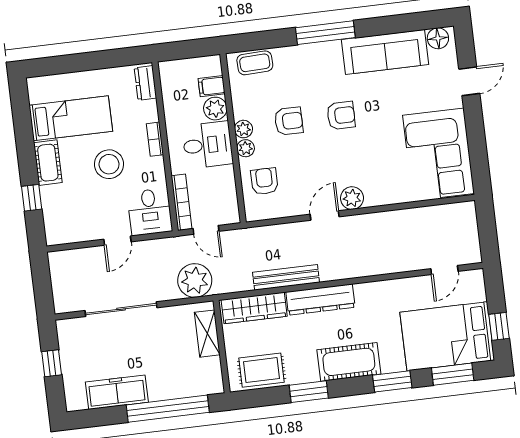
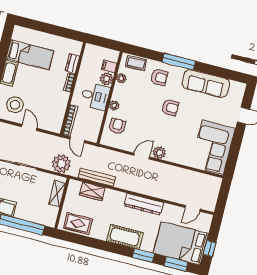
floor lamp: (438, 38) -> (236, 87), removed
dresser: (145, 83) -> (72, 63), moved
armchair: (289, 121) -> (159, 77), moved
plant: (243, 129) -> (121, 78), moved
stool: (109, 164) -> (15, 105), moved
desk: (150, 212) -> (52, 119), removed
door: (117, 241) -> (29, 128), swing flipped
bench: (286, 277) -> (97, 177), moved
dresser: (320, 300) -> (144, 204), moved
wardrobe: (254, 308) -> (92, 191), width x0.67
window: (309, 392) -> (98, 244), removed

